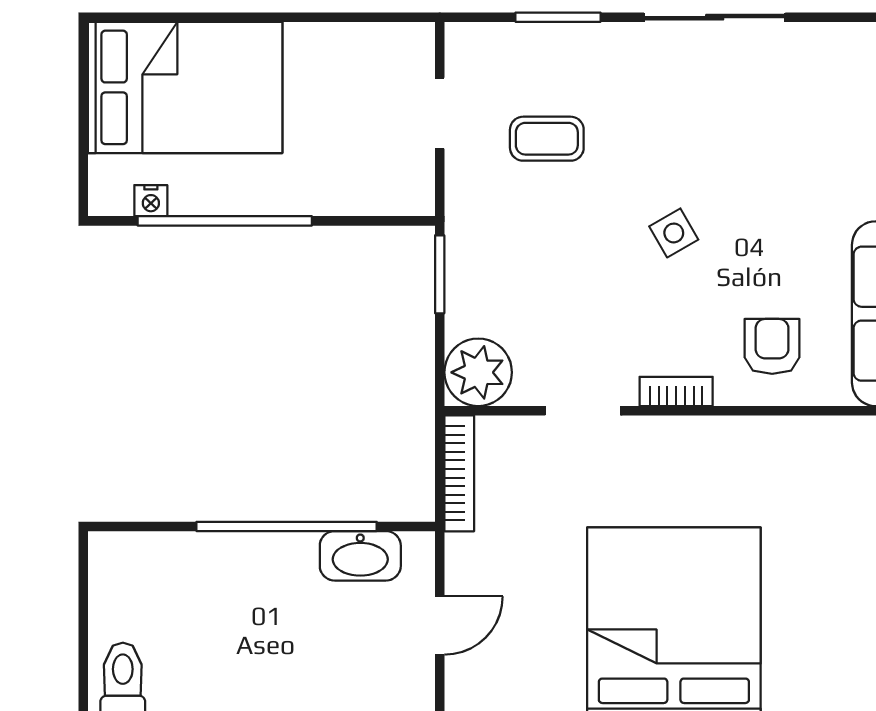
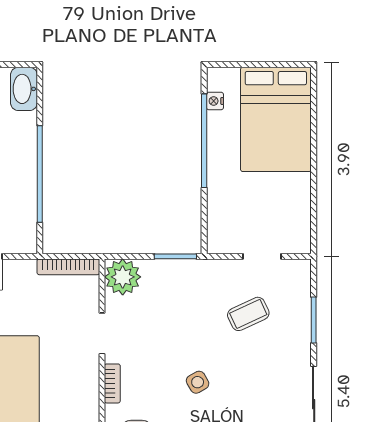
coffee table: (547, 139) -> (248, 314), turned 65
washbasin: (360, 556) -> (24, 89), moved

